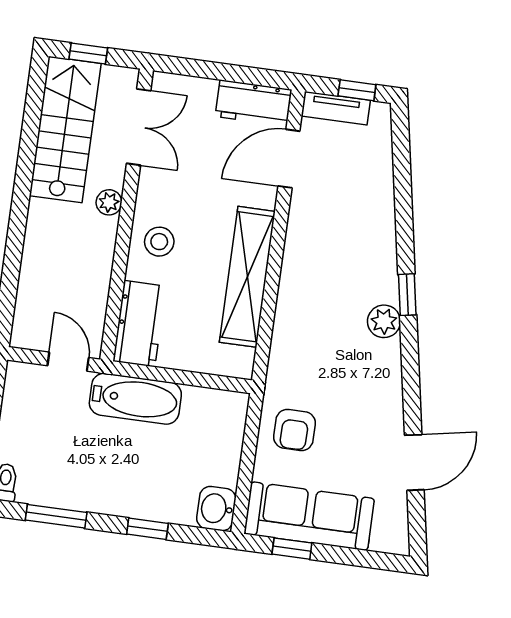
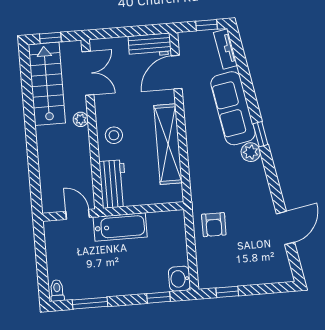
tv unit: (336, 108) -> (225, 49), moved, turned 80
sofa: (309, 516) -> (233, 108), moved, turned -100
window: (147, 529) -> (159, 298), moved

